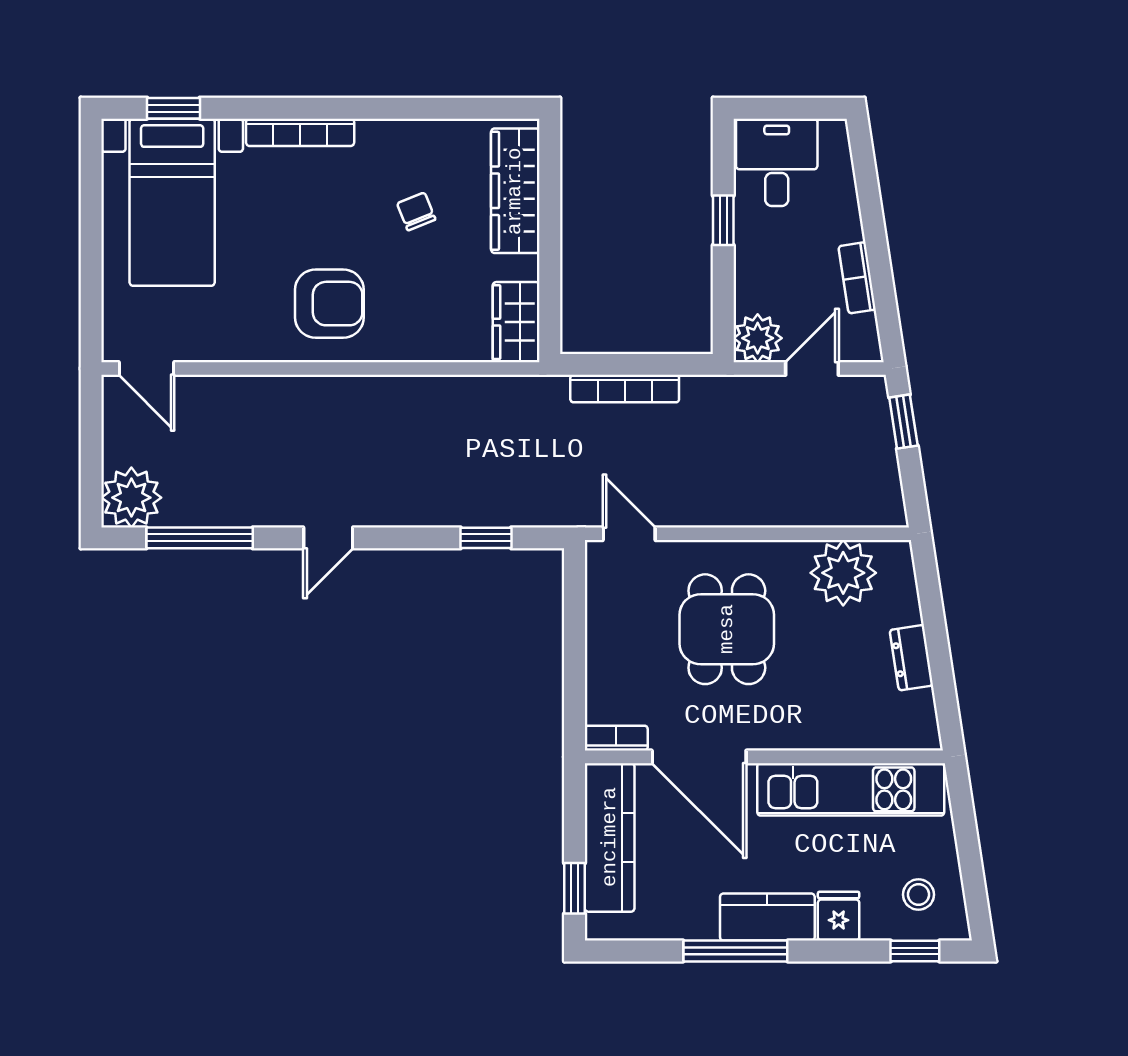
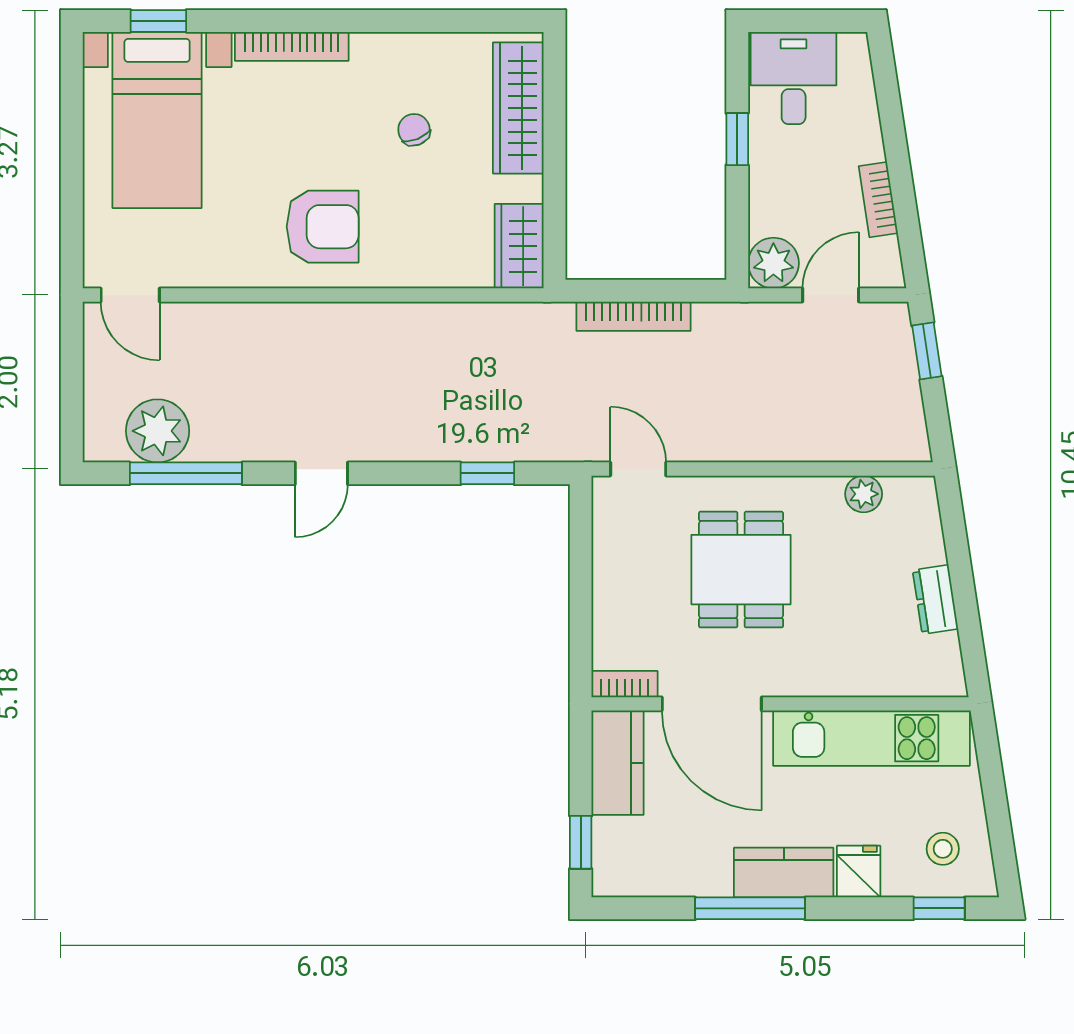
plant: (131, 498) -> (158, 431), moved
plant: (843, 573) -> (864, 494), width x0.53, depth x0.53
kitchen counter: (610, 837) -> (618, 763), width x0.67

